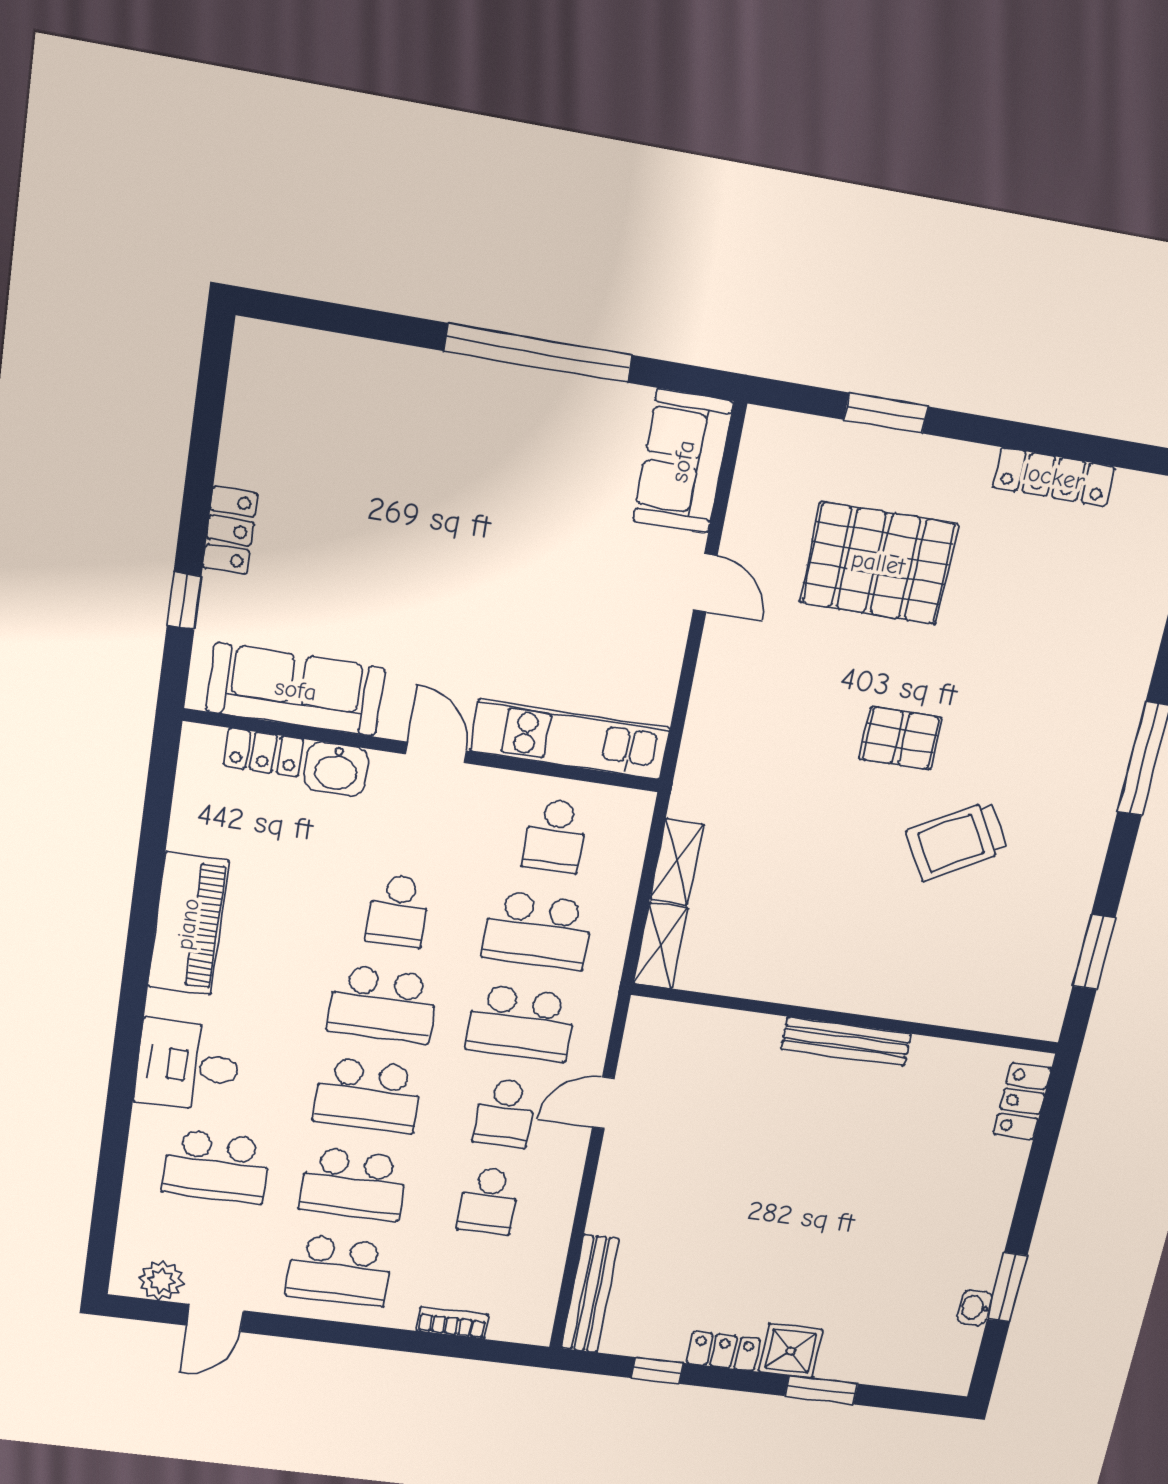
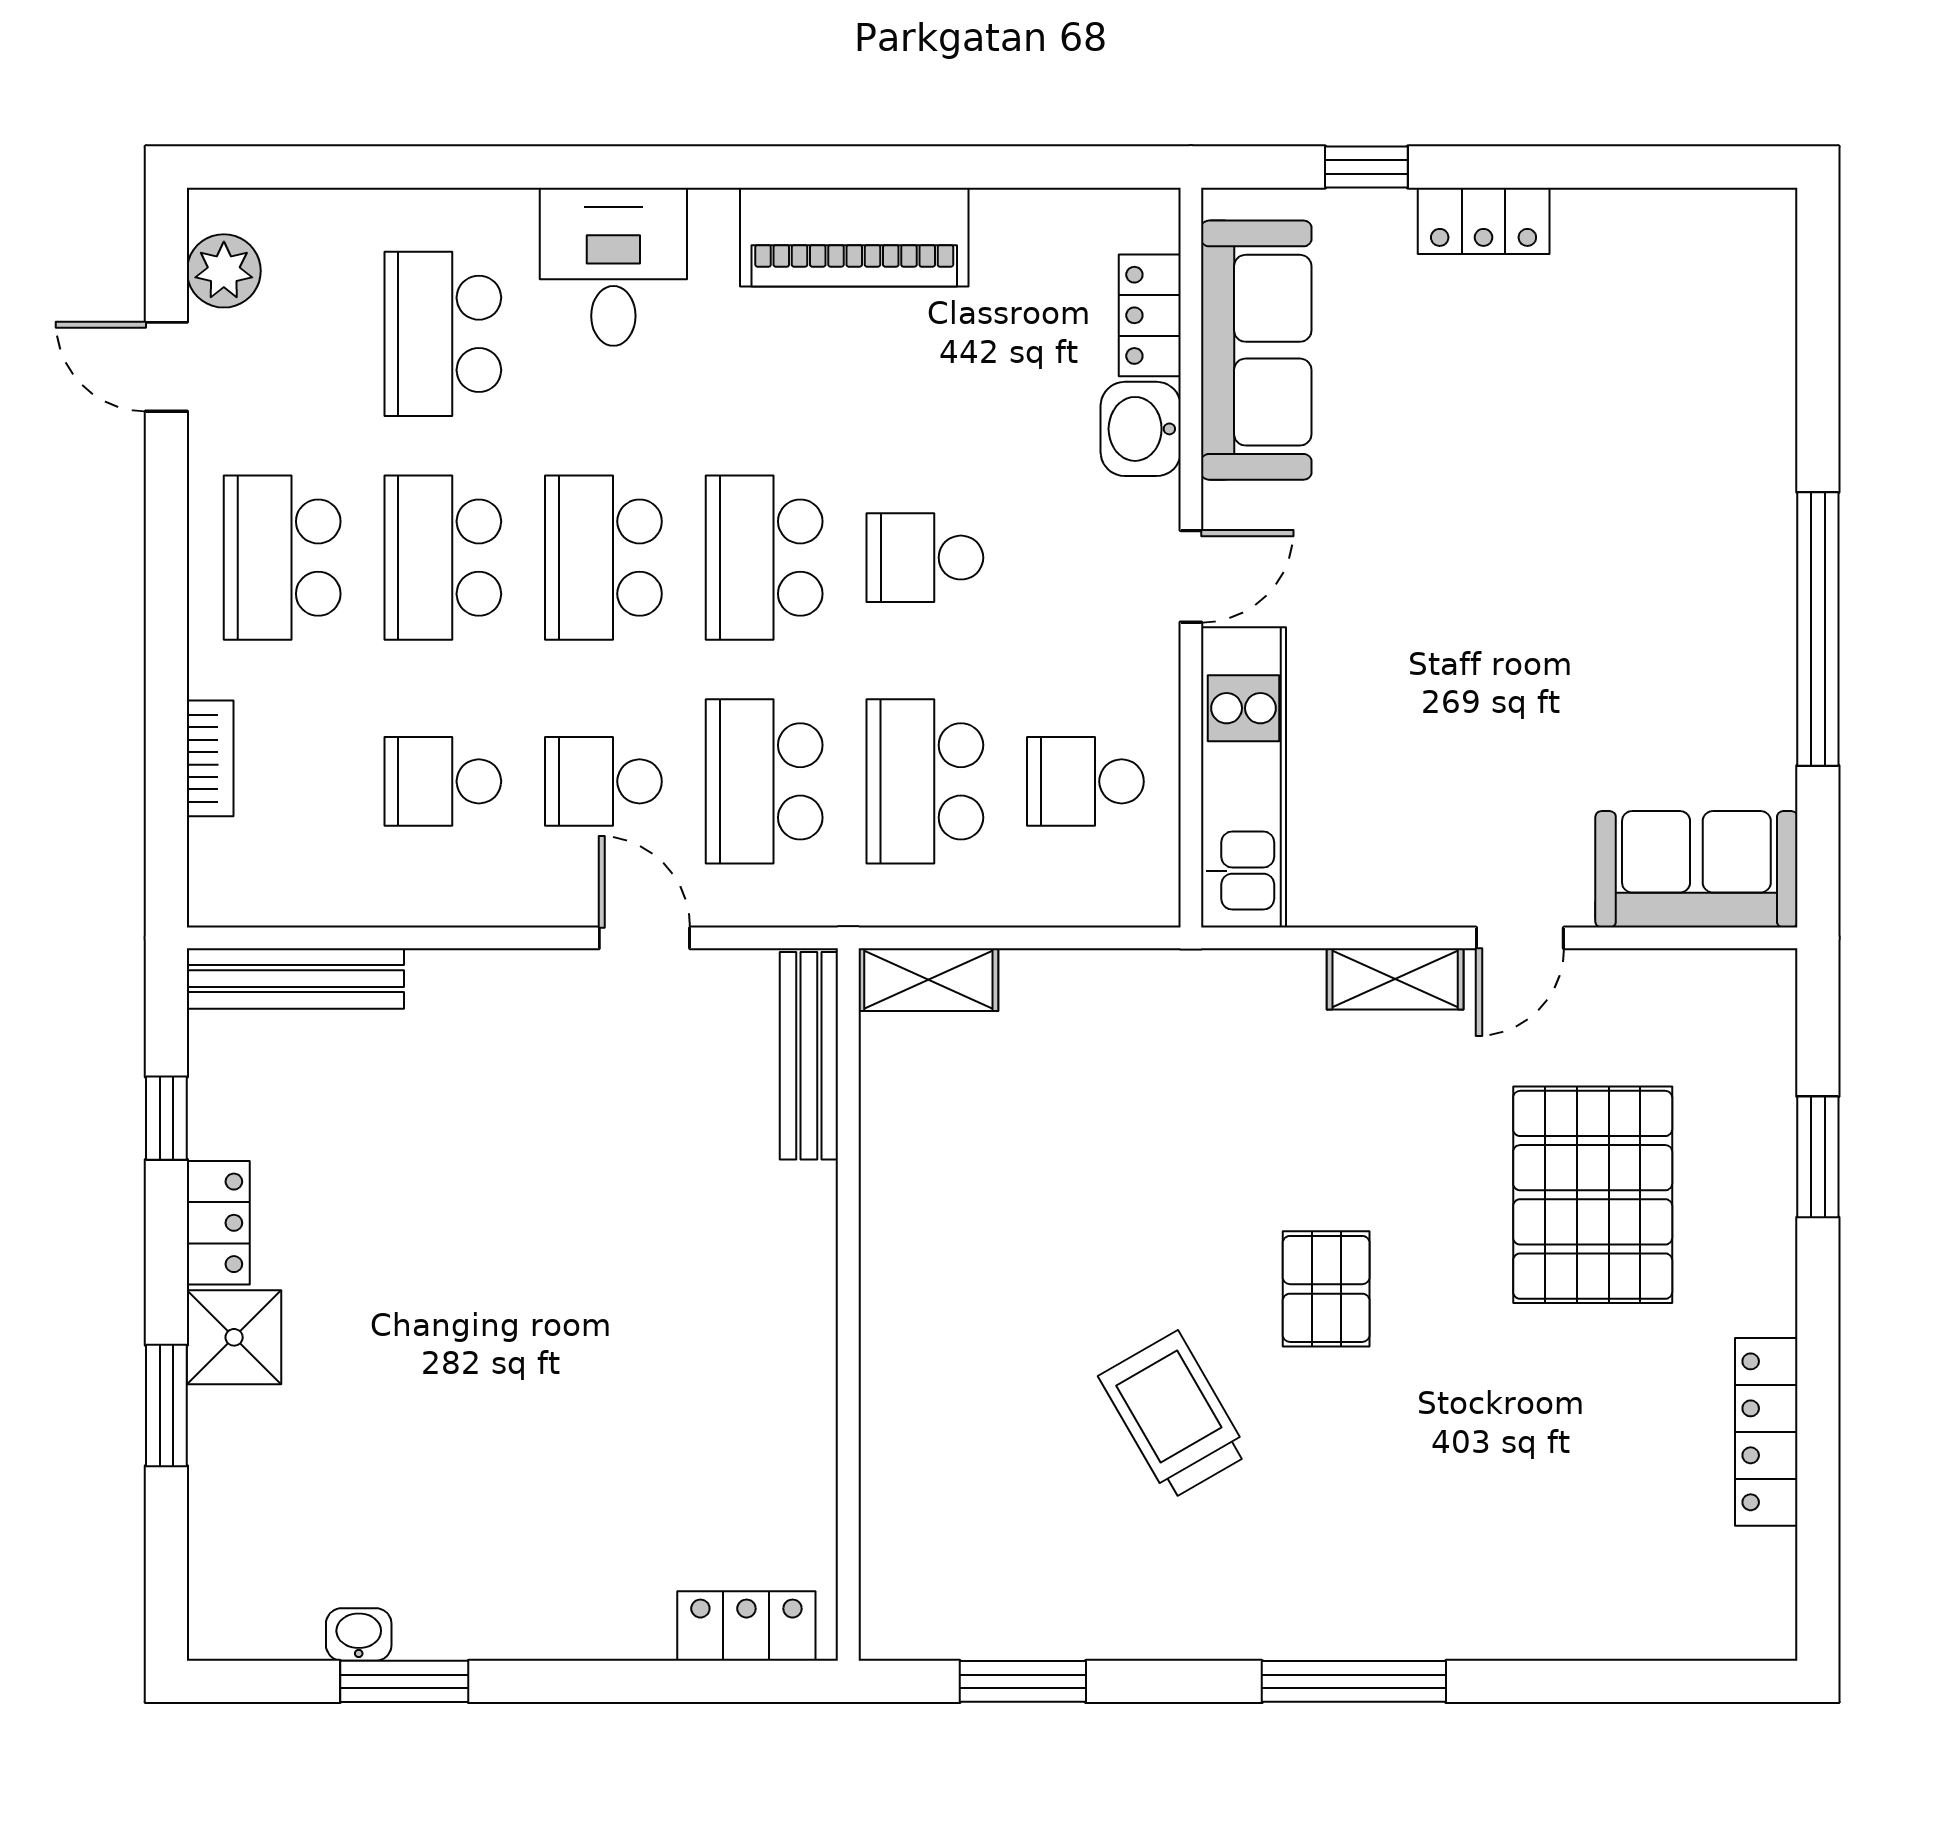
shelving: (677, 862) -> (1395, 979), moved
bench: (846, 1042) -> (809, 1056), moved

